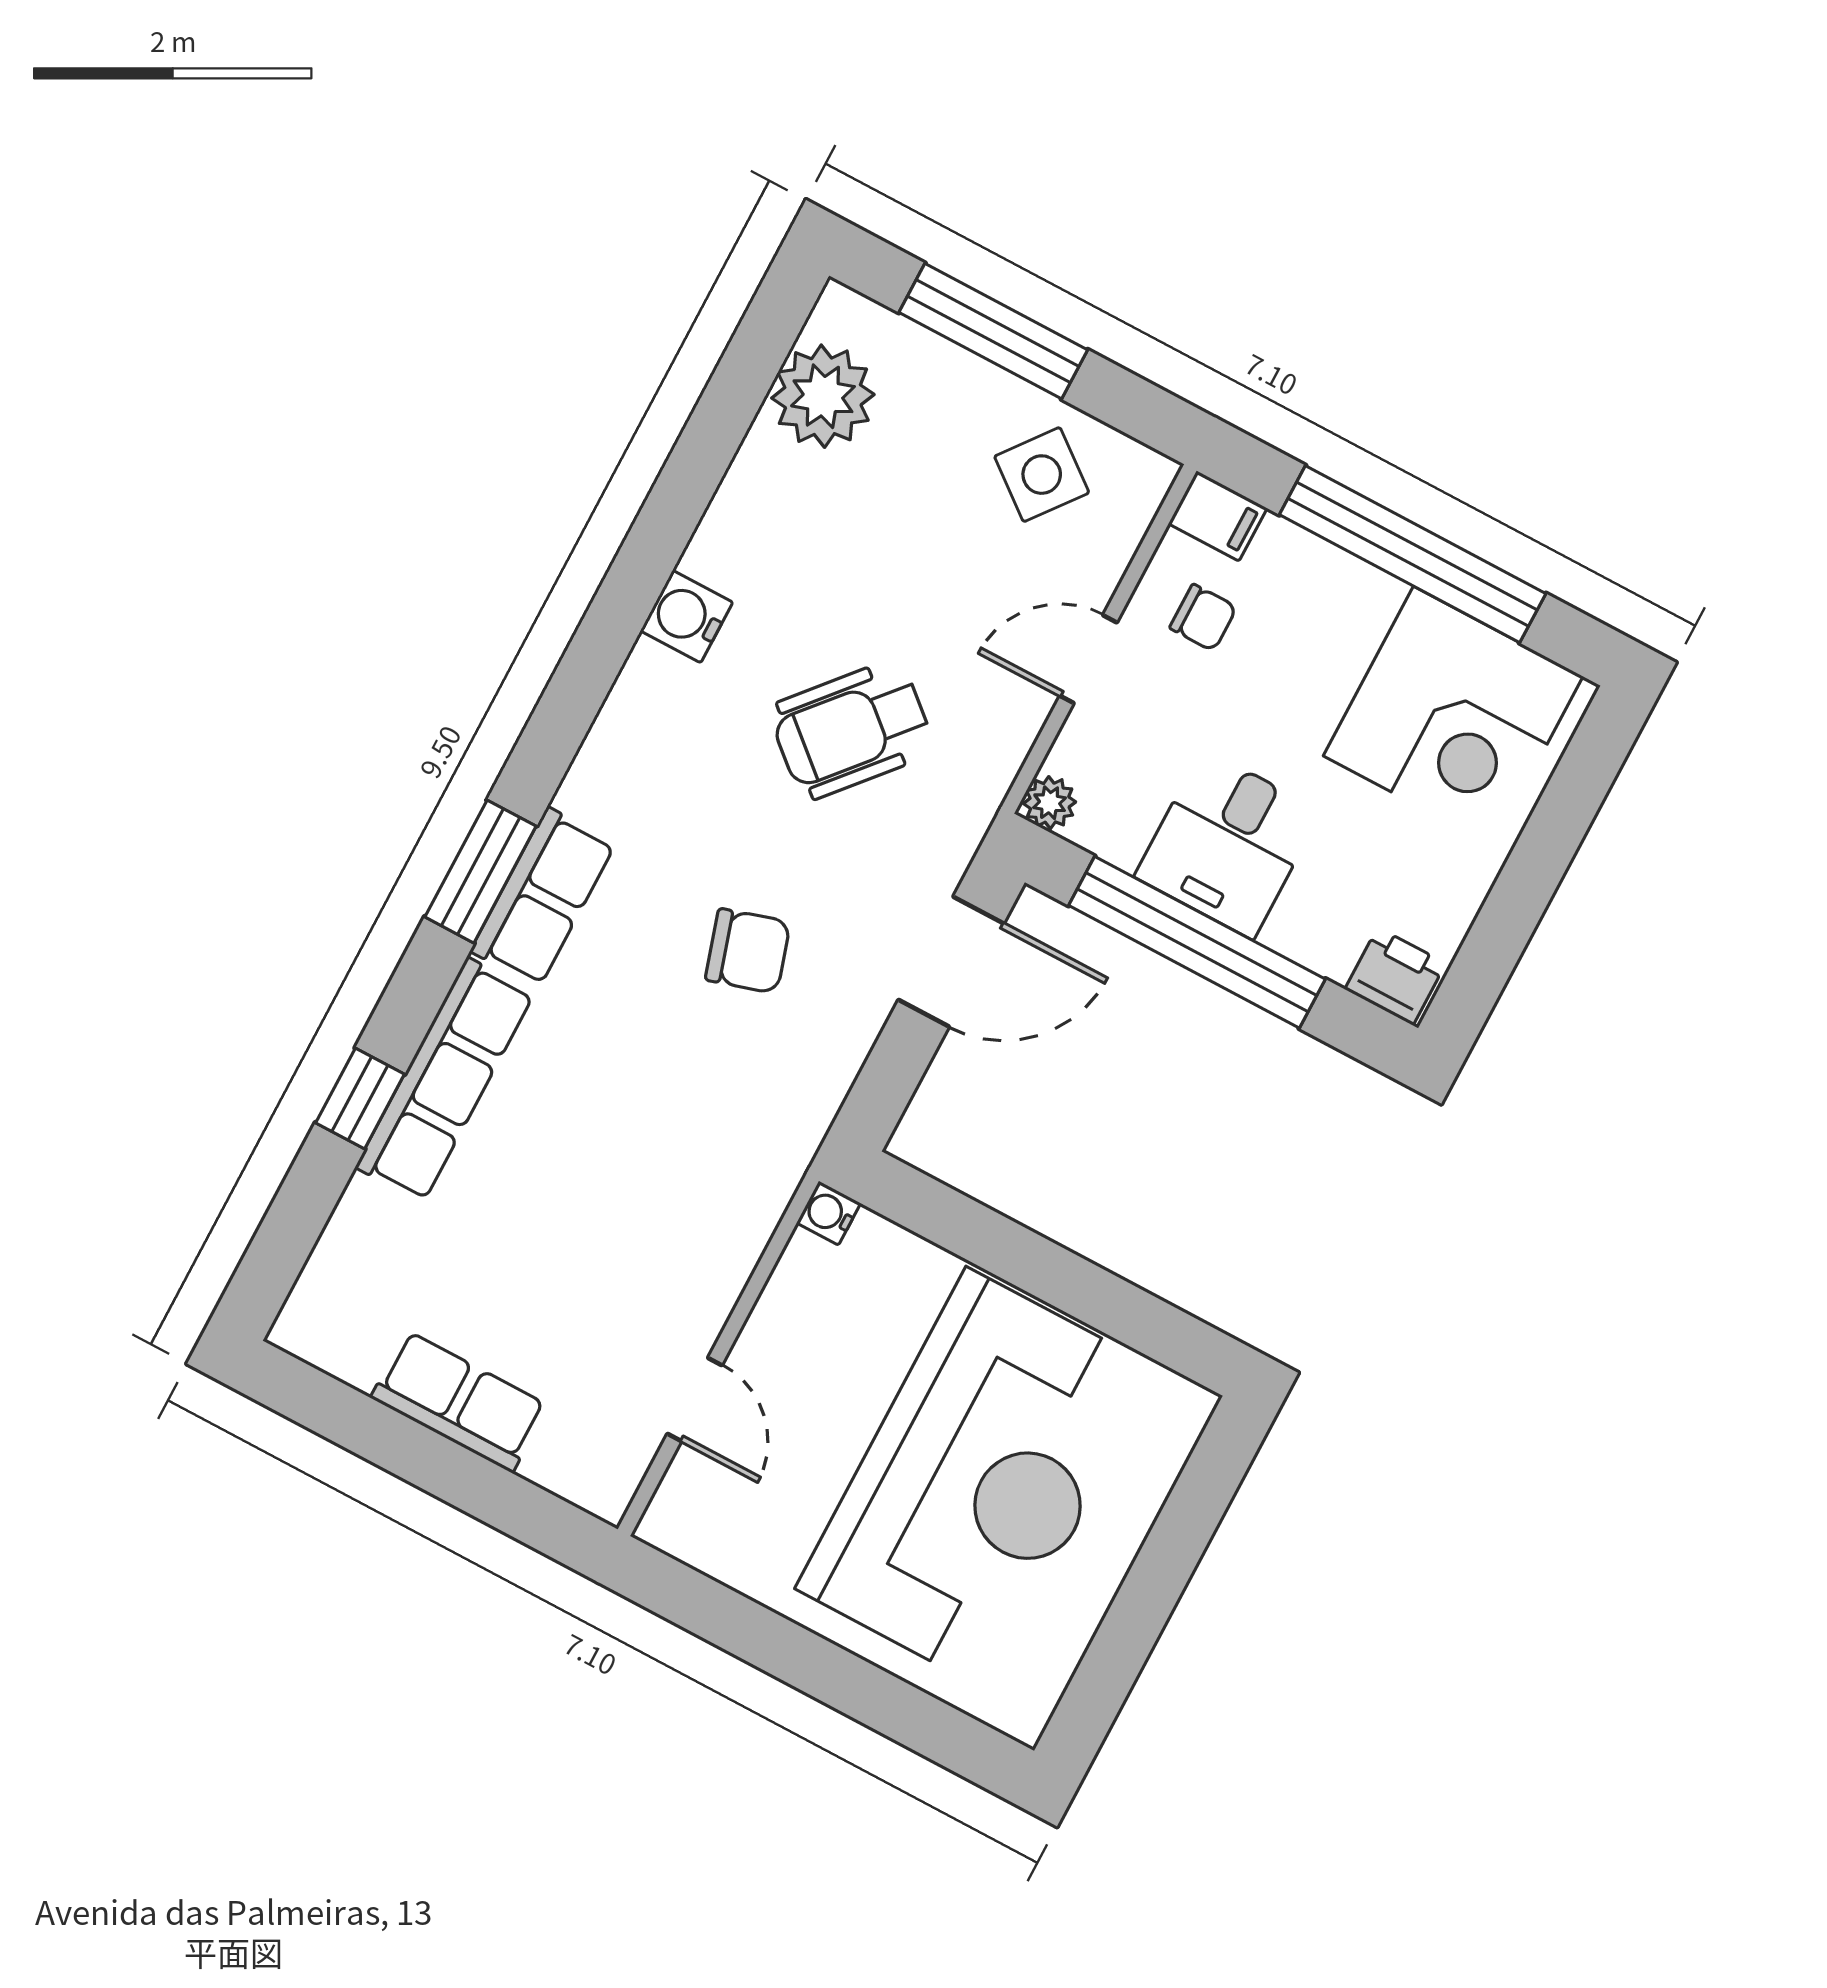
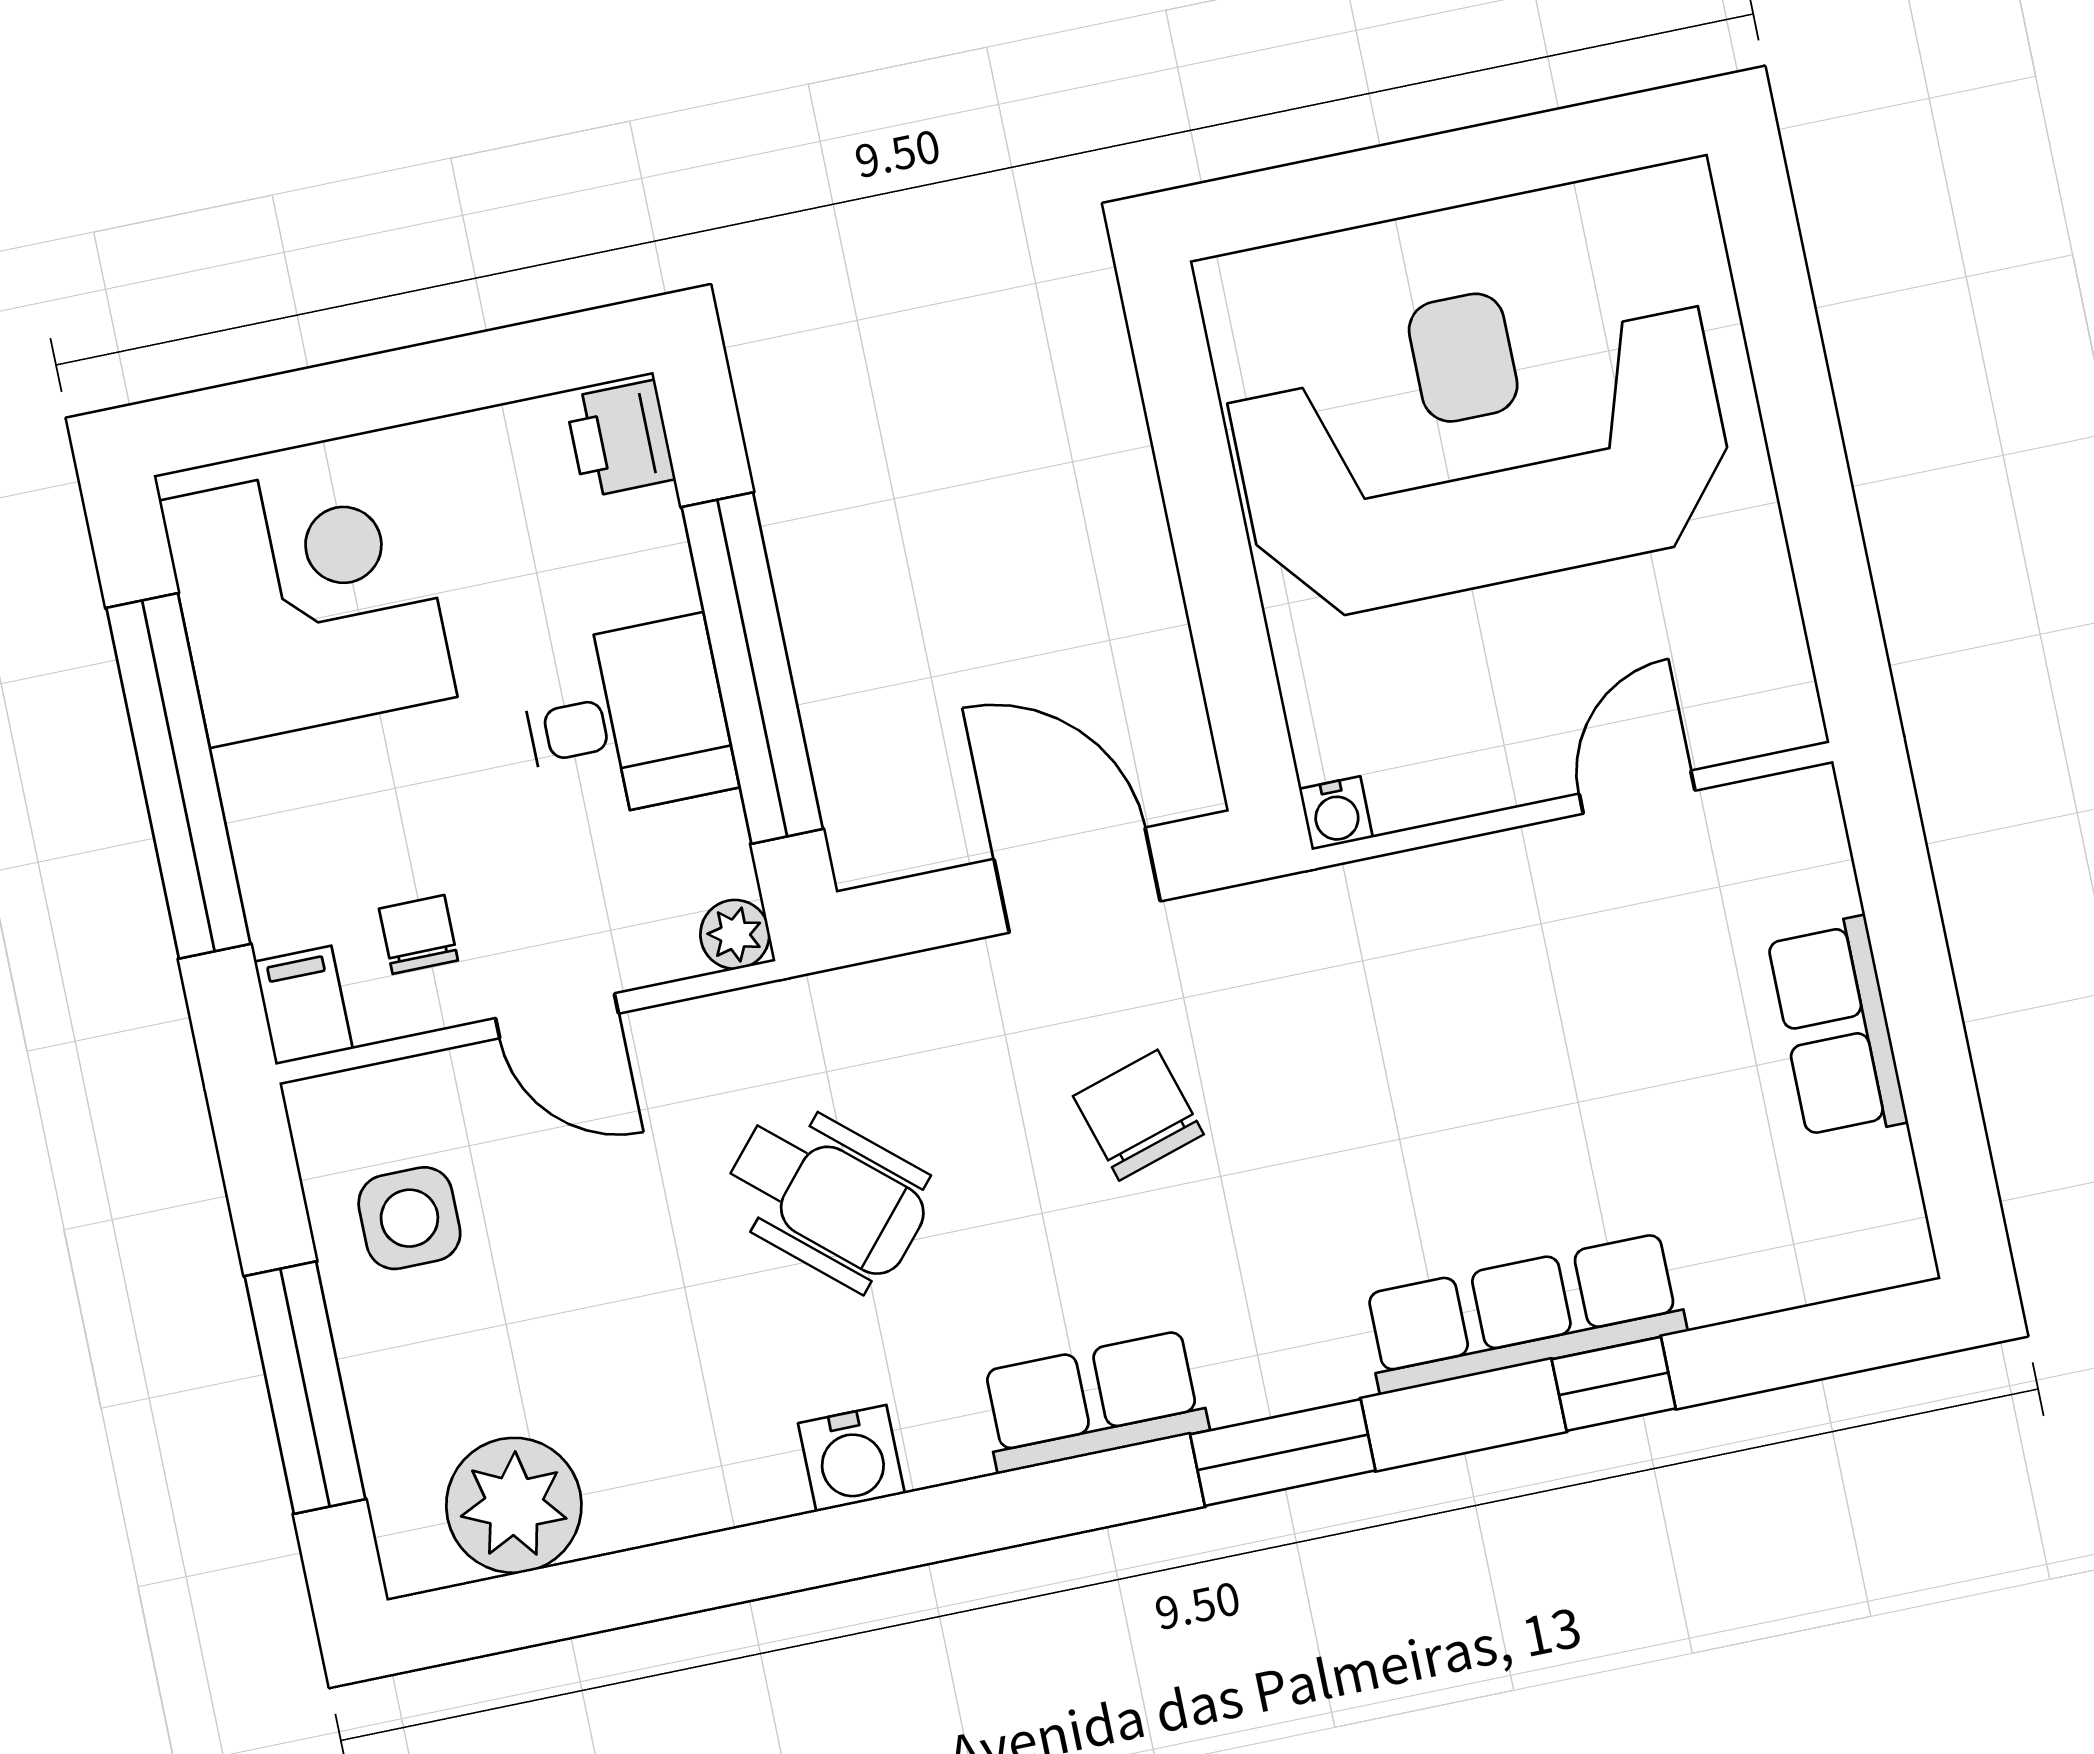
side table: (1042, 475) -> (409, 1218), turned -38
row of seats: (543, 897) -> (1093, 1401), moved
door: (951, 962) -> (1077, 880), moved

